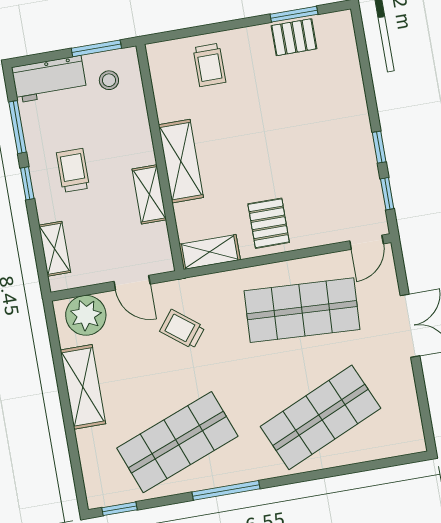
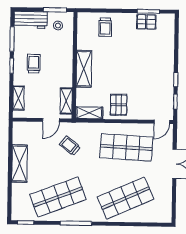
shelving: (149, 194) -> (66, 101), moved
door: (132, 283) -> (51, 120), hinge flipped
plant: (86, 315) -> (27, 131), removed

